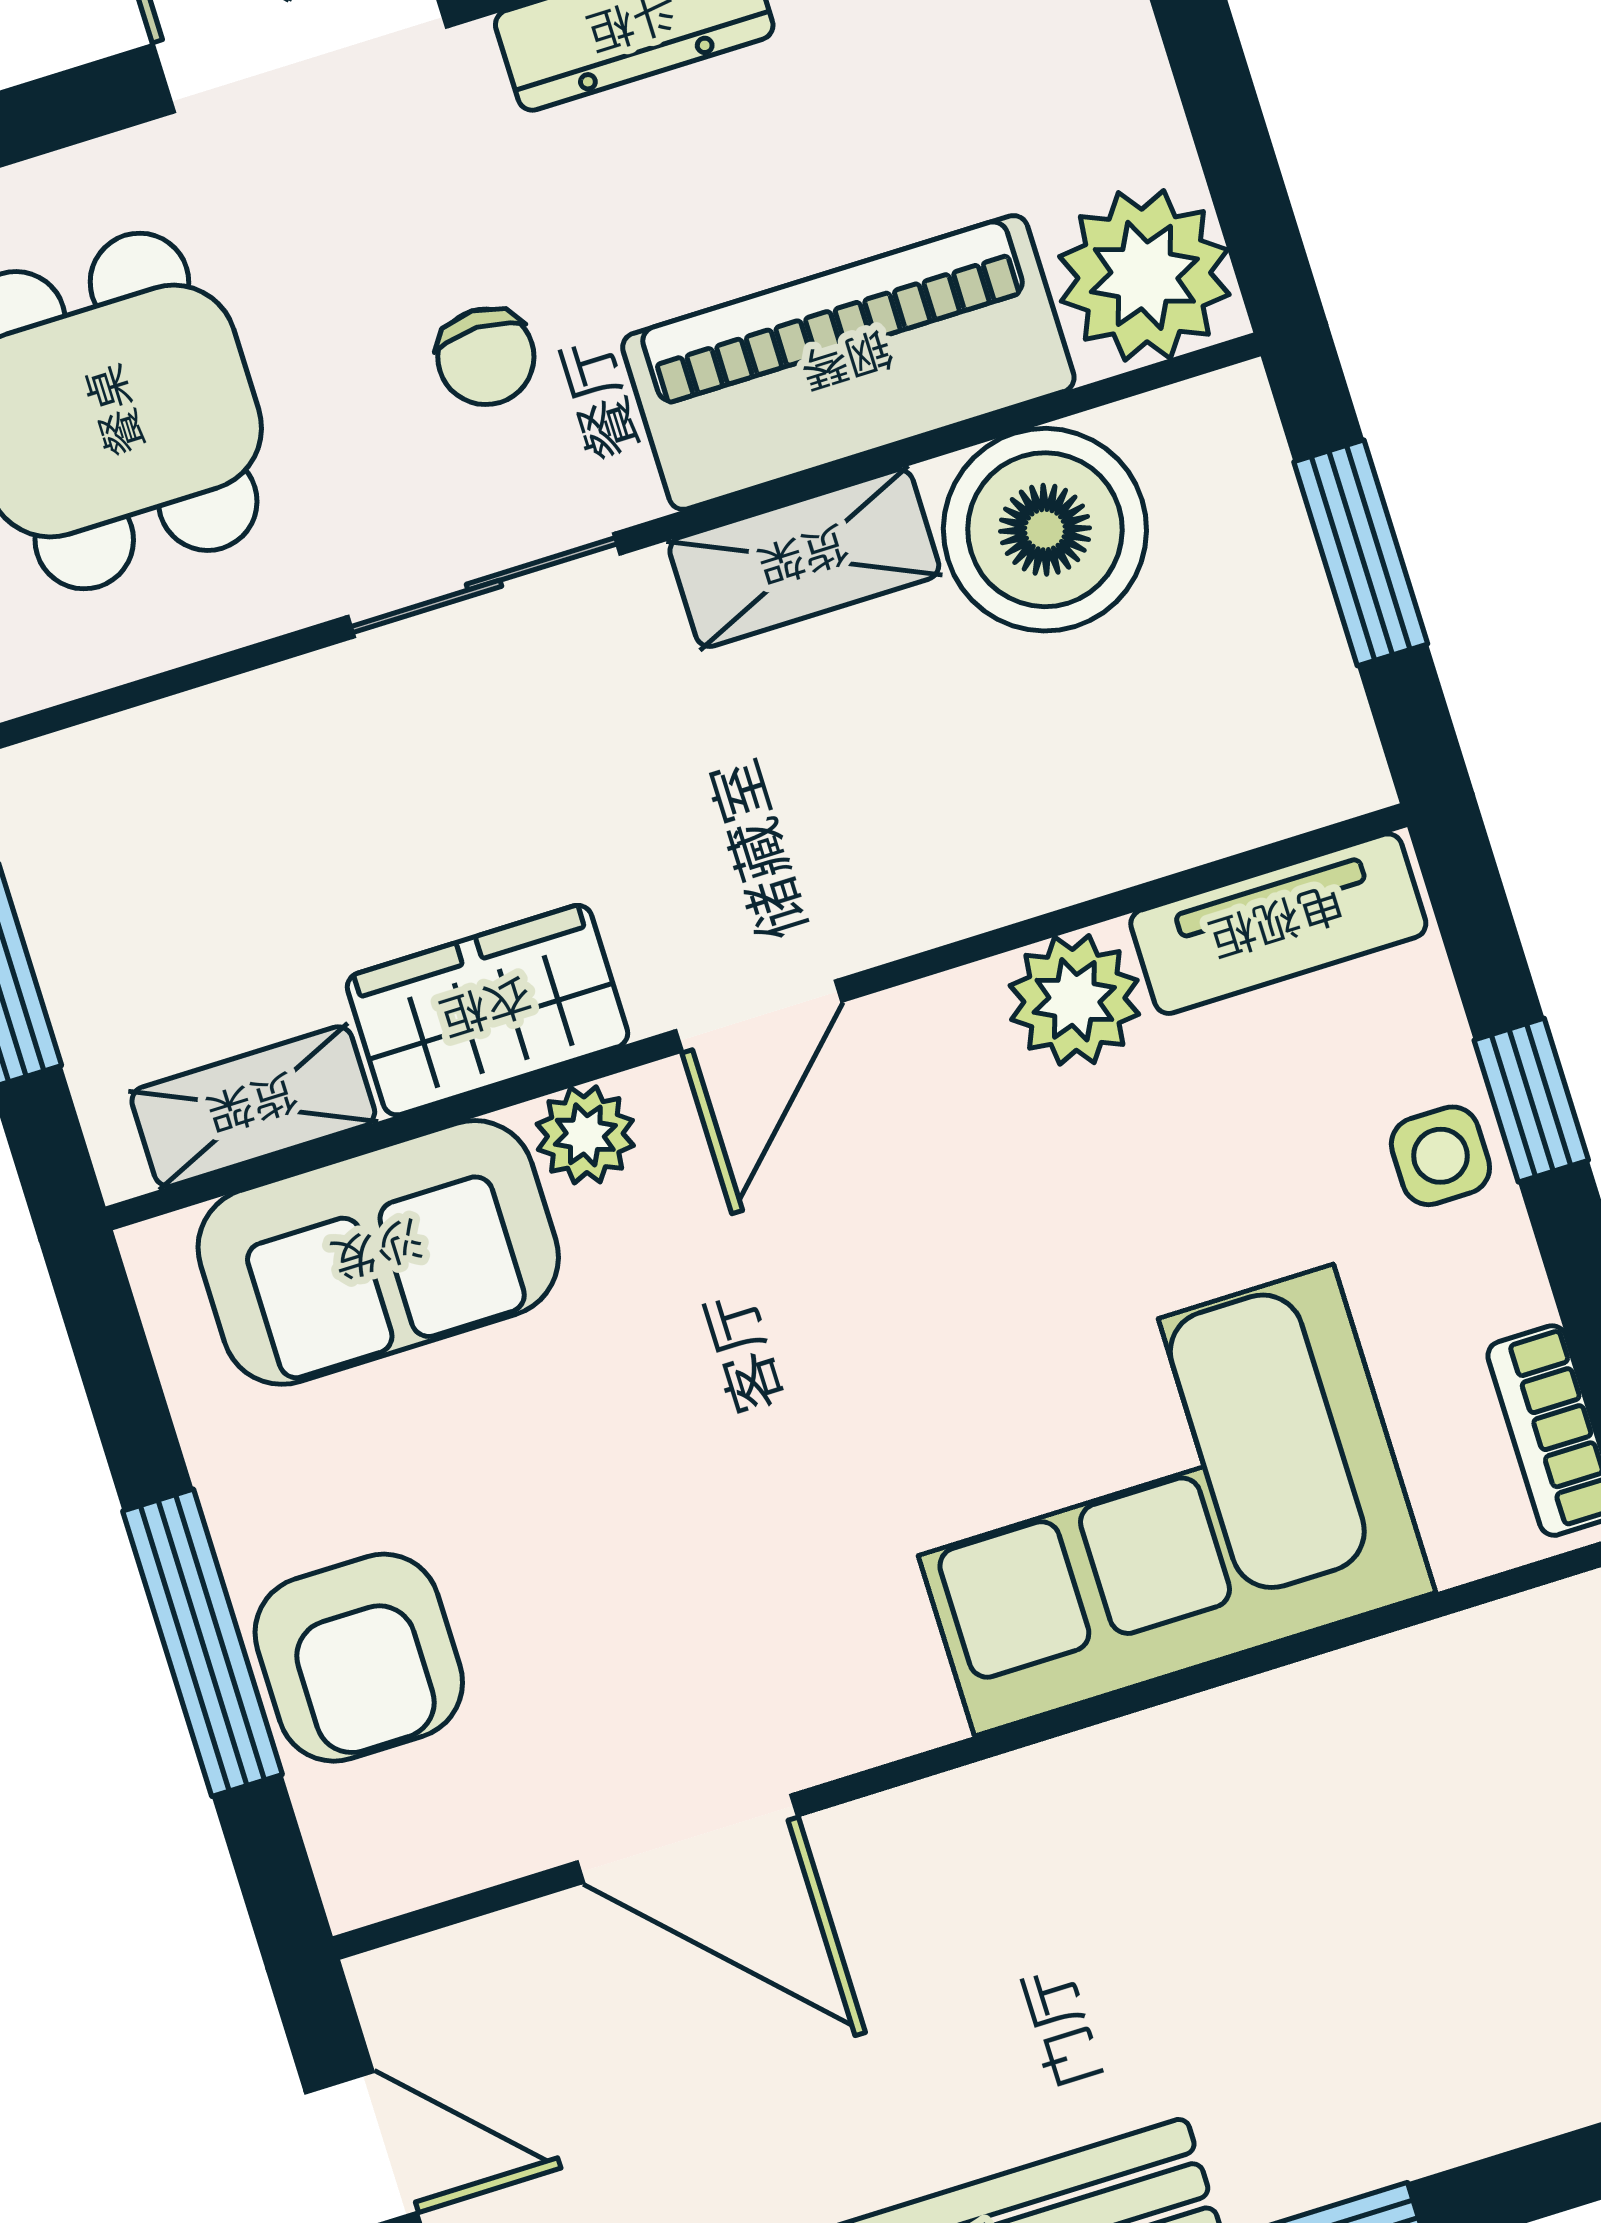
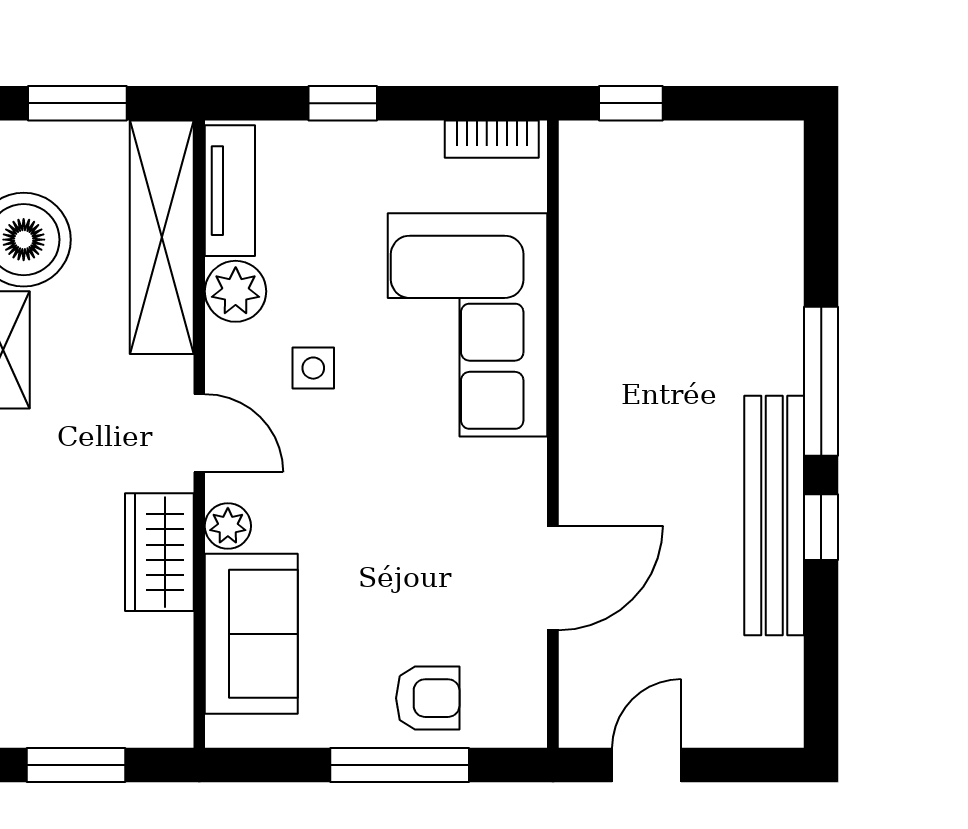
shelving: (253, 1106) -> (162, 237), moved, width x2.20, depth x1.33
side table: (1440, 1156) -> (313, 368), moved
armchair: (359, 1658) -> (428, 698), width x0.72, depth x0.72

